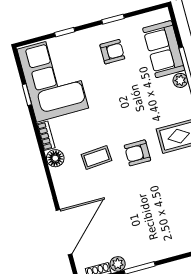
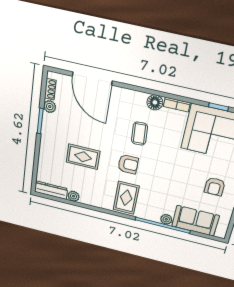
armchair: (137, 153) -> (128, 164), turned 90
rug: (156, 205) -> (83, 157), added

